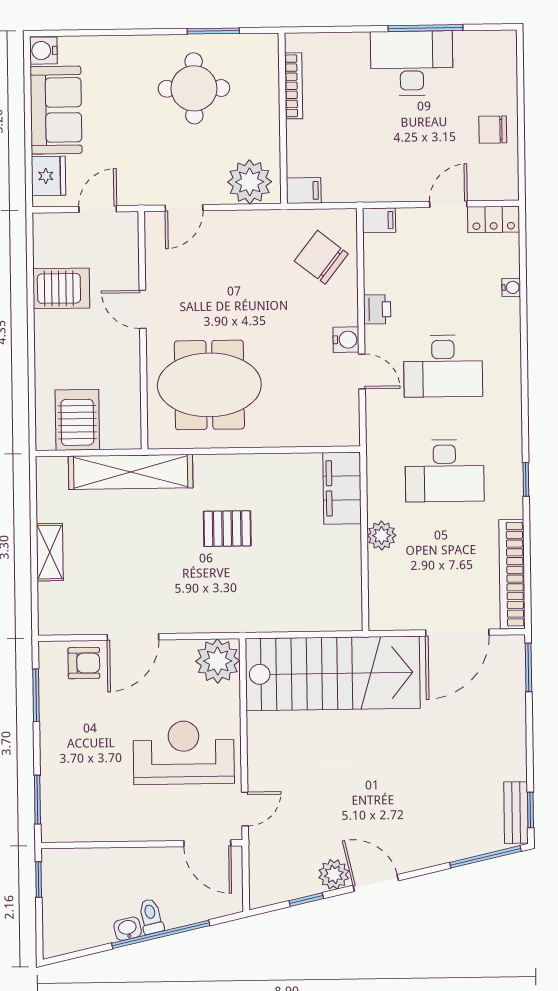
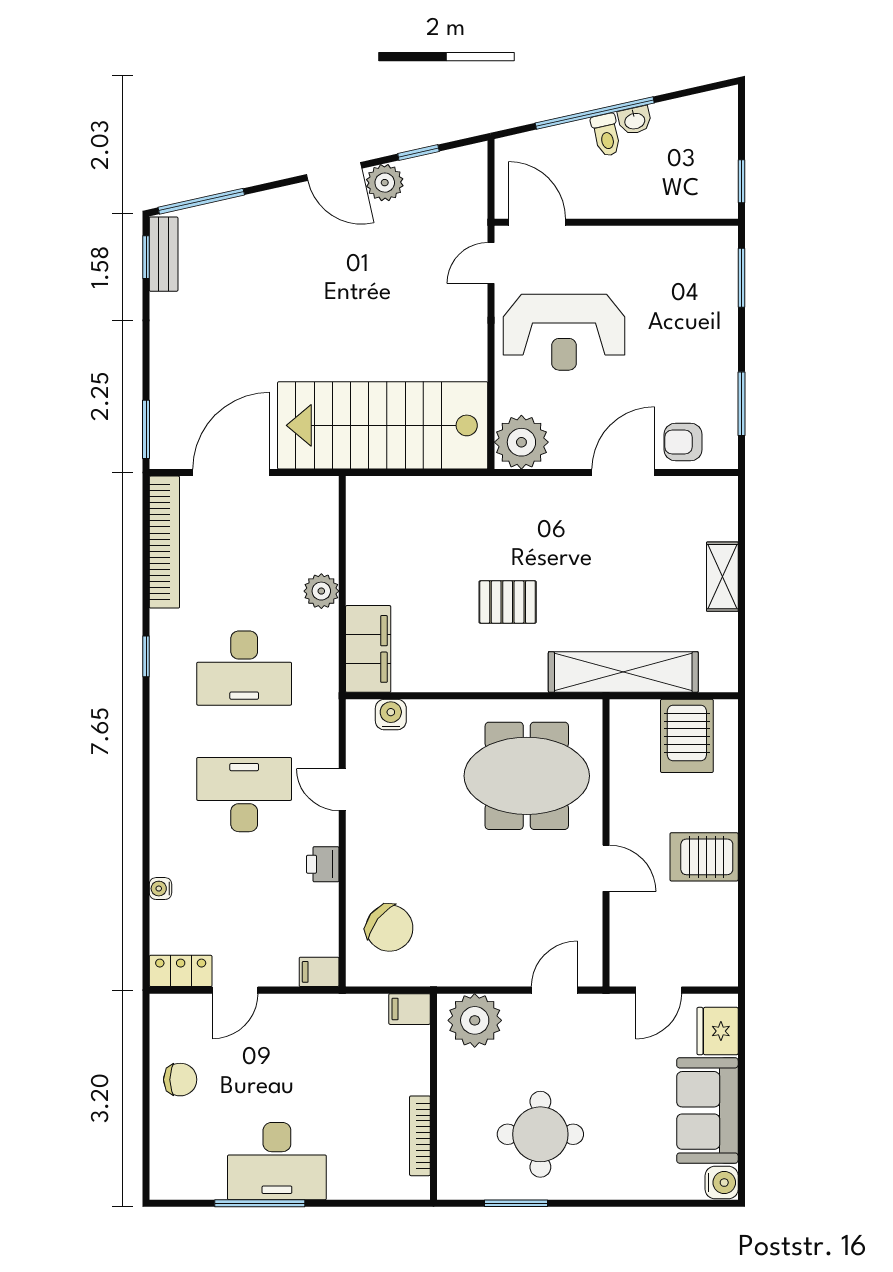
server rack: (61, 288) -> (704, 857), moved
water cooler: (346, 340) -> (391, 715), moved, turned 90
desk: (445, 471) -> (244, 668), turned 180

